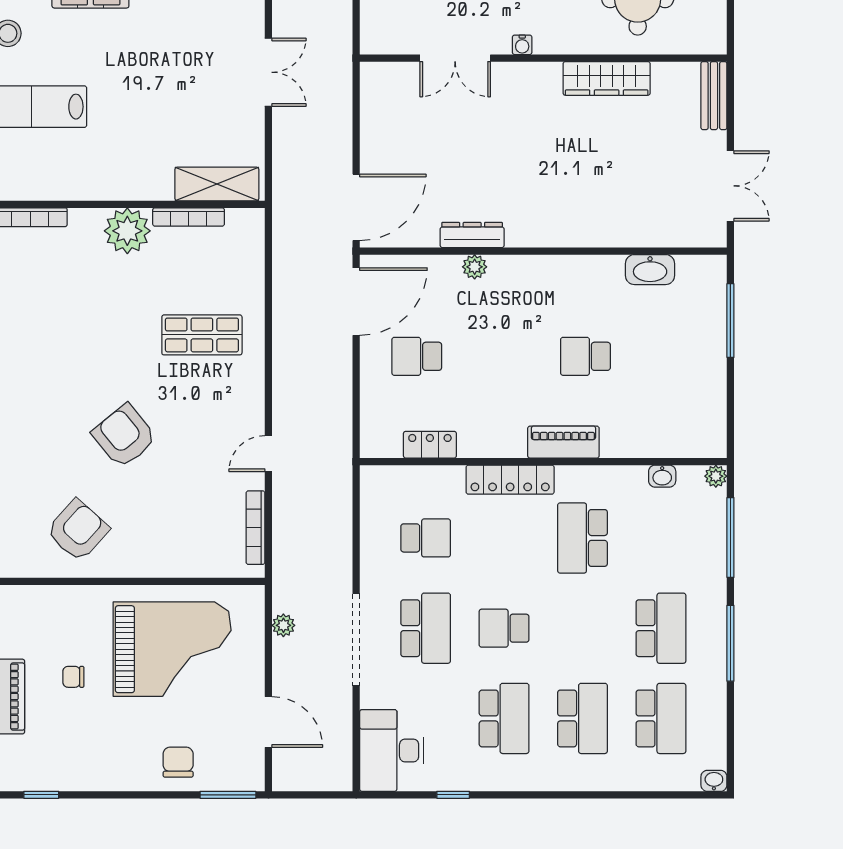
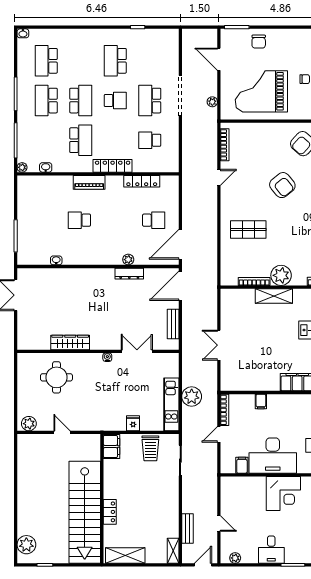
bench: (714, 96) -> (173, 324), moved
shelving: (217, 184) -> (274, 296), moved
washbasin: (650, 270) -> (56, 260), width x0.52, depth x0.69
school desk: (585, 356) -> (79, 220), turned 180
locker: (430, 445) -> (142, 181), width x1.53
school desk: (583, 718) -> (81, 101), moved, turned 180
desk: (392, 750) -> (165, 47), removed

